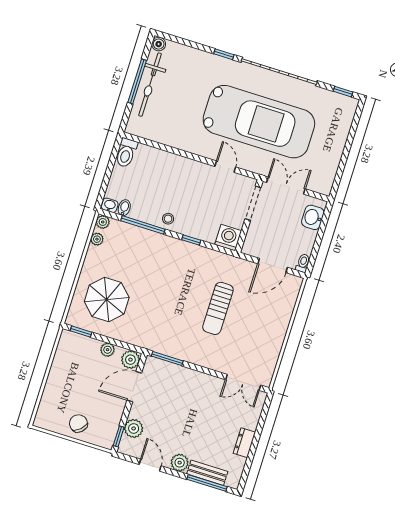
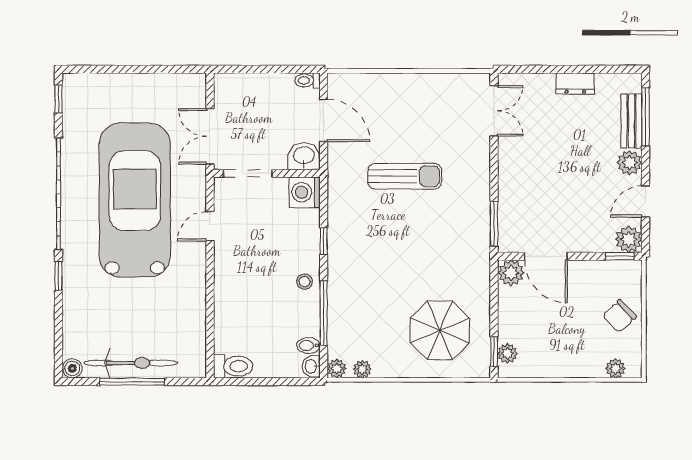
washbasin: (313, 217) -> (304, 156), moved, turned 180
plant: (107, 350) -> (507, 353), moved
plant: (44, 410) -> (616, 368), added
plant: (134, 428) -> (629, 239), moved

